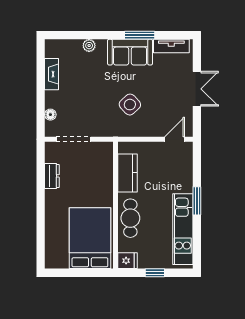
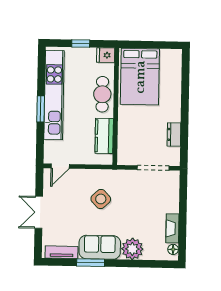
plant: (89, 46) -> (132, 249), width x1.88, depth x1.88
floor lamp: (50, 115) -> (173, 249), moved
kitchen unit: (183, 229) -> (54, 95), width x1.36

